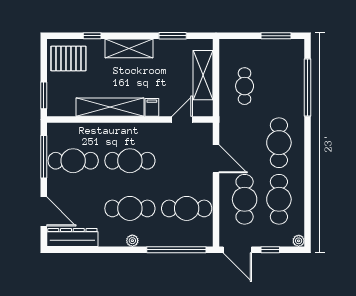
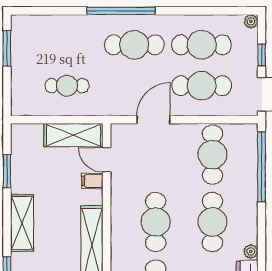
shelving: (203, 75) -> (73, 135), moved
window: (308, 88) -> (121, 11), moved
filing cabinet: (152, 107) -> (92, 181), moved
plant: (132, 241) -> (251, 251), moved

